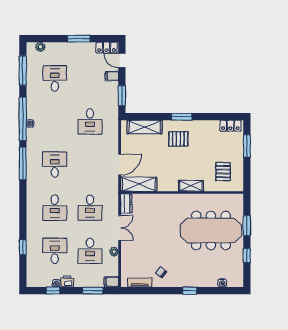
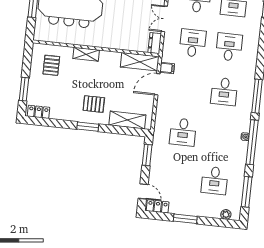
filing cabinet: (112, 76) -> (167, 68), moved
desk: (90, 121) -> (183, 132), turned 180

